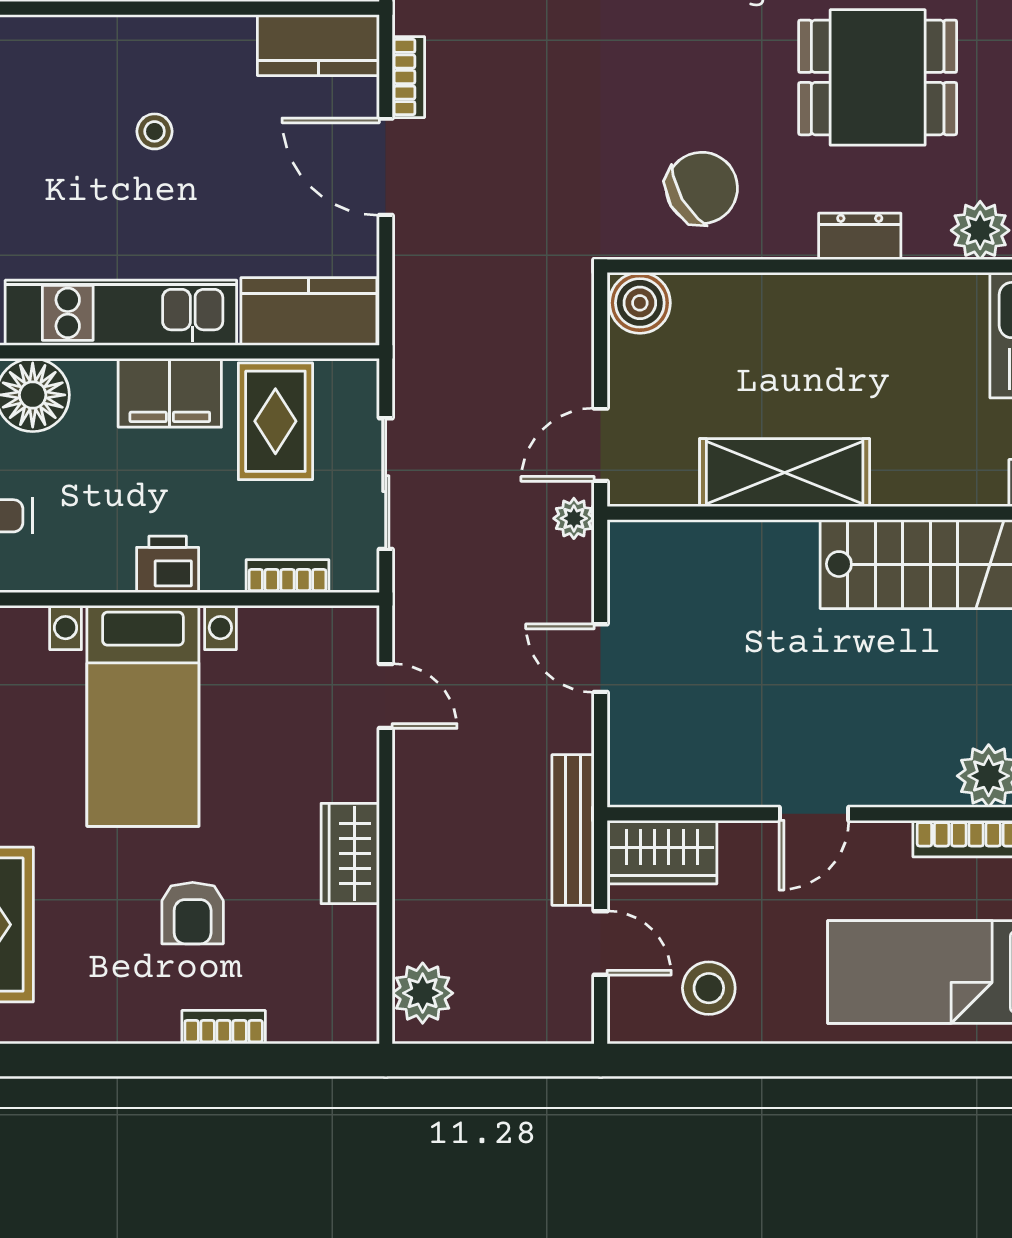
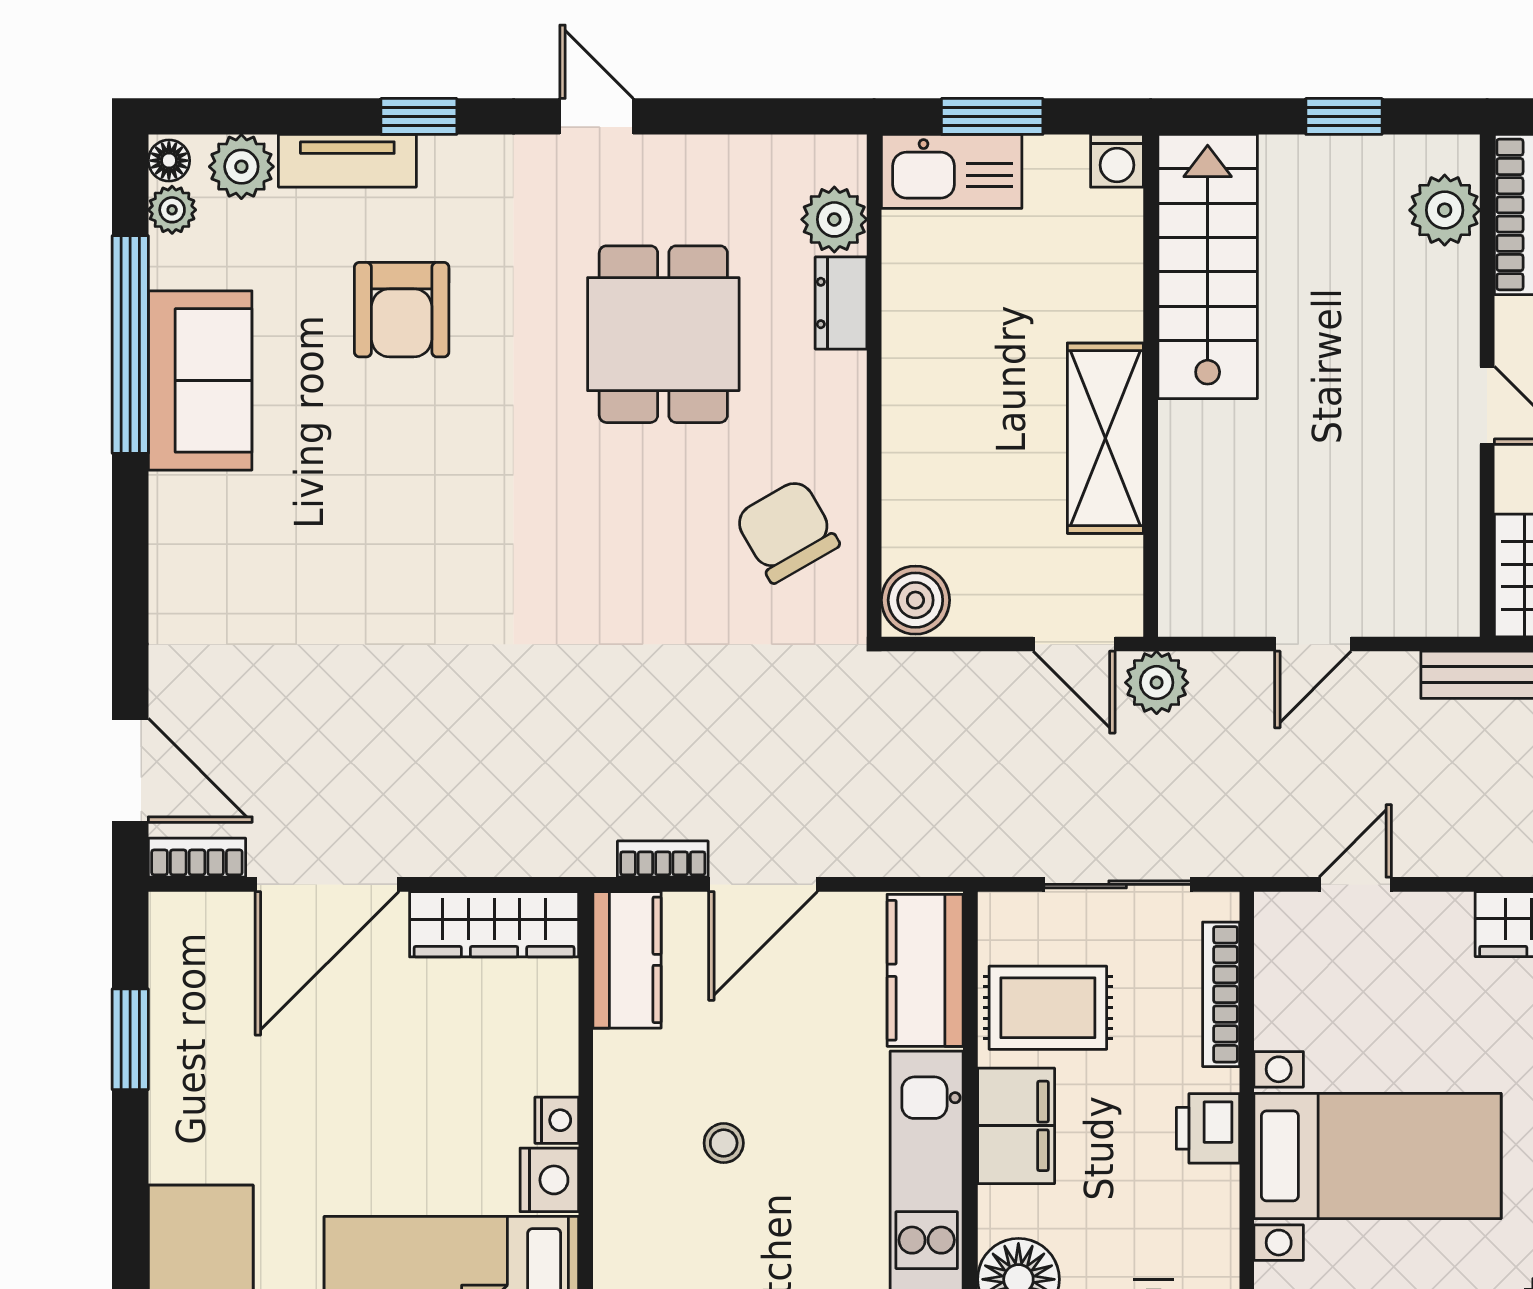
dresser: (860, 236) -> (841, 303), moved
plant: (574, 518) -> (1157, 683), width x1.38, depth x1.38
bookcase: (287, 576) -> (1221, 994), width x1.56

